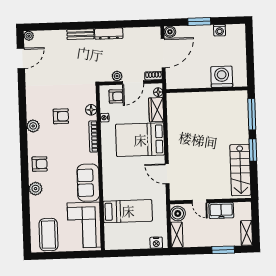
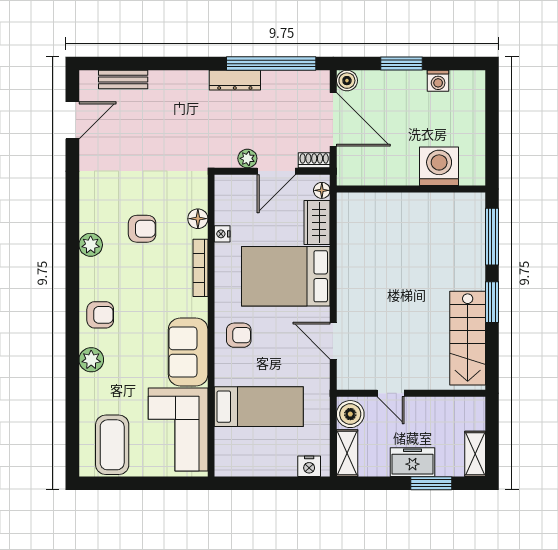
window: (128, 24) -> (271, 64), added
bench: (80, 34) -> (123, 80), moved
plant: (29, 36) -> (88, 79), removed
door: (163, 53) -> (333, 119), hinge flipped
armchair: (116, 96) -> (239, 335), moved
freezer: (221, 210) -> (412, 462), moved, turned 180

